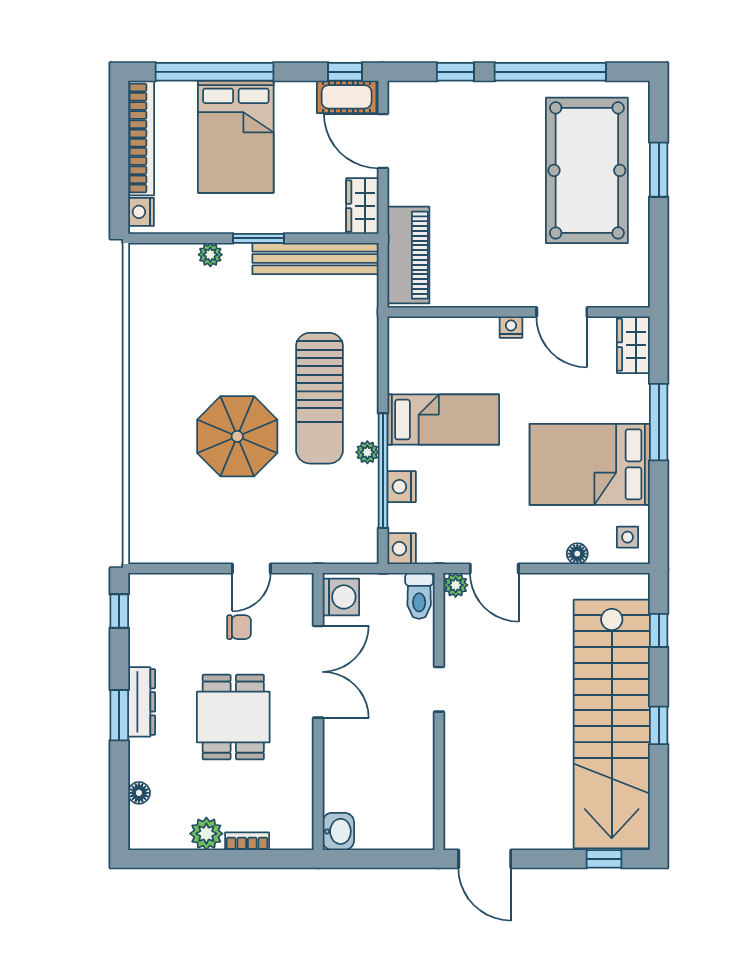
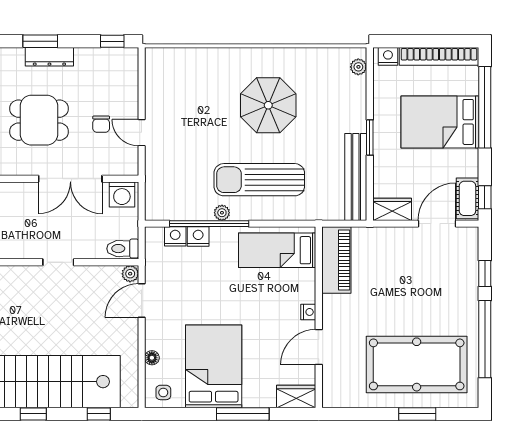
plant: (210, 255) -> (358, 67), moved
piano: (408, 255) -> (336, 260), moved, turned -90
bed: (443, 420) -> (277, 250), moved, turned 90
parasol: (237, 436) -> (268, 105), moved
nightstand: (402, 549) -> (175, 236), moved

